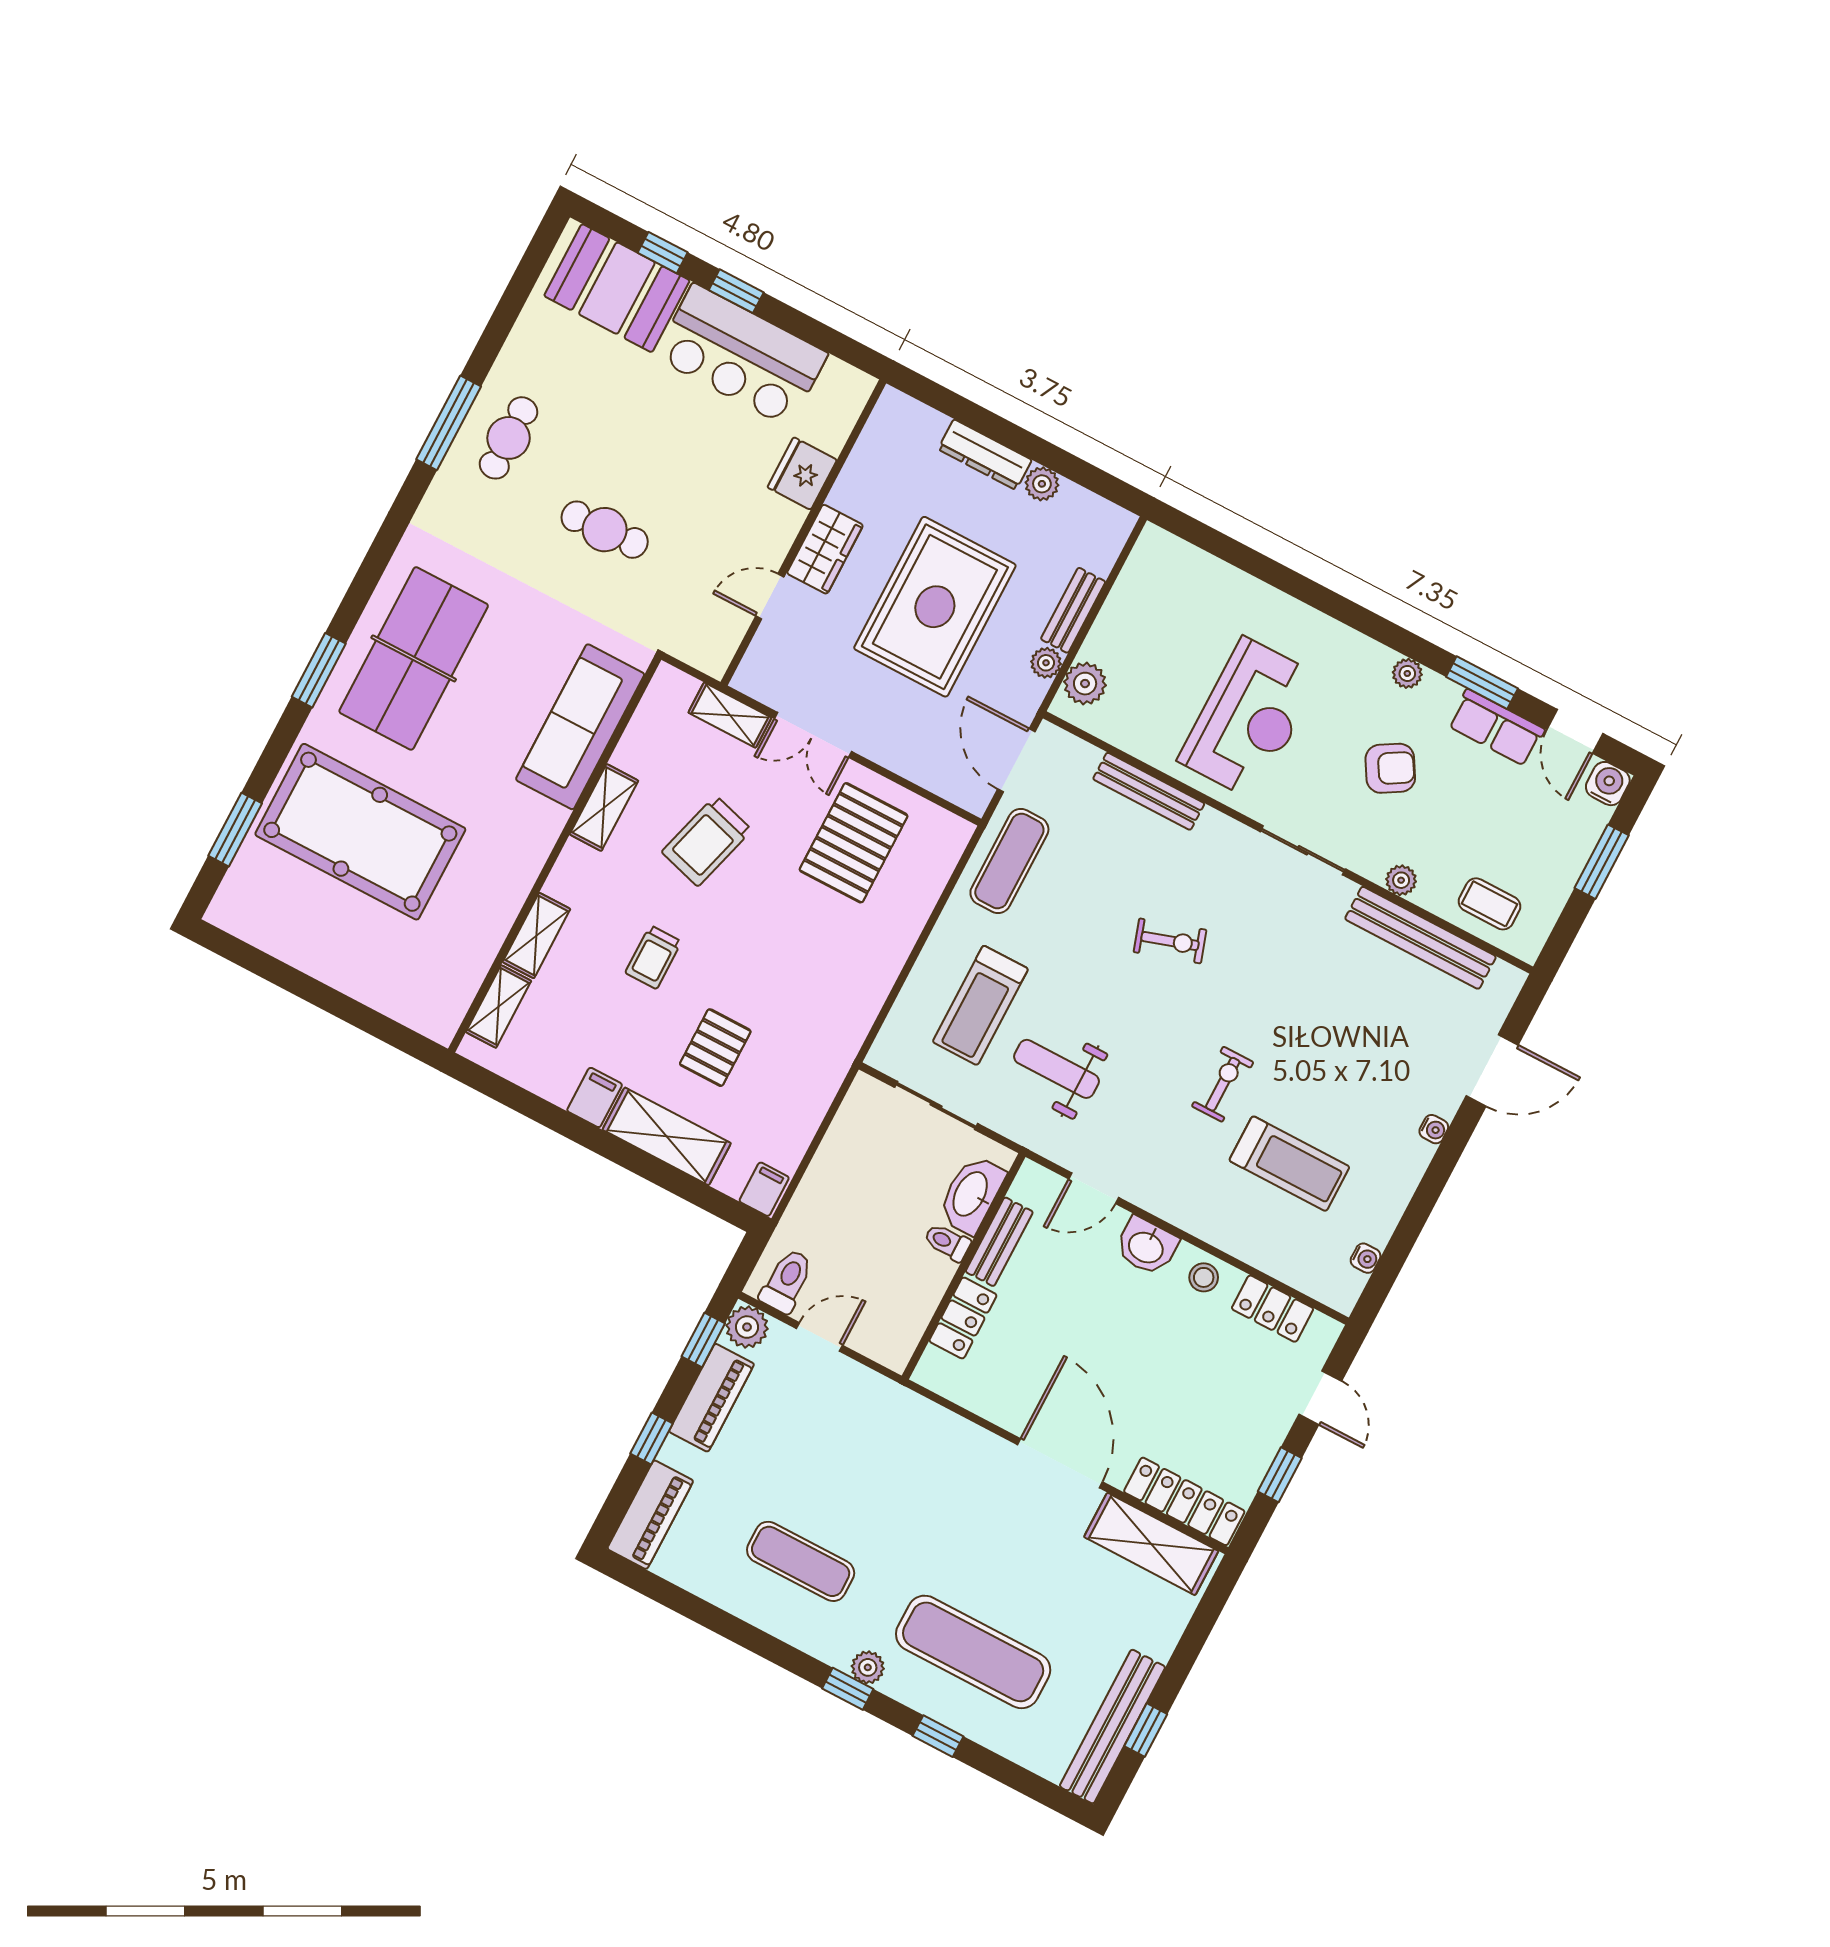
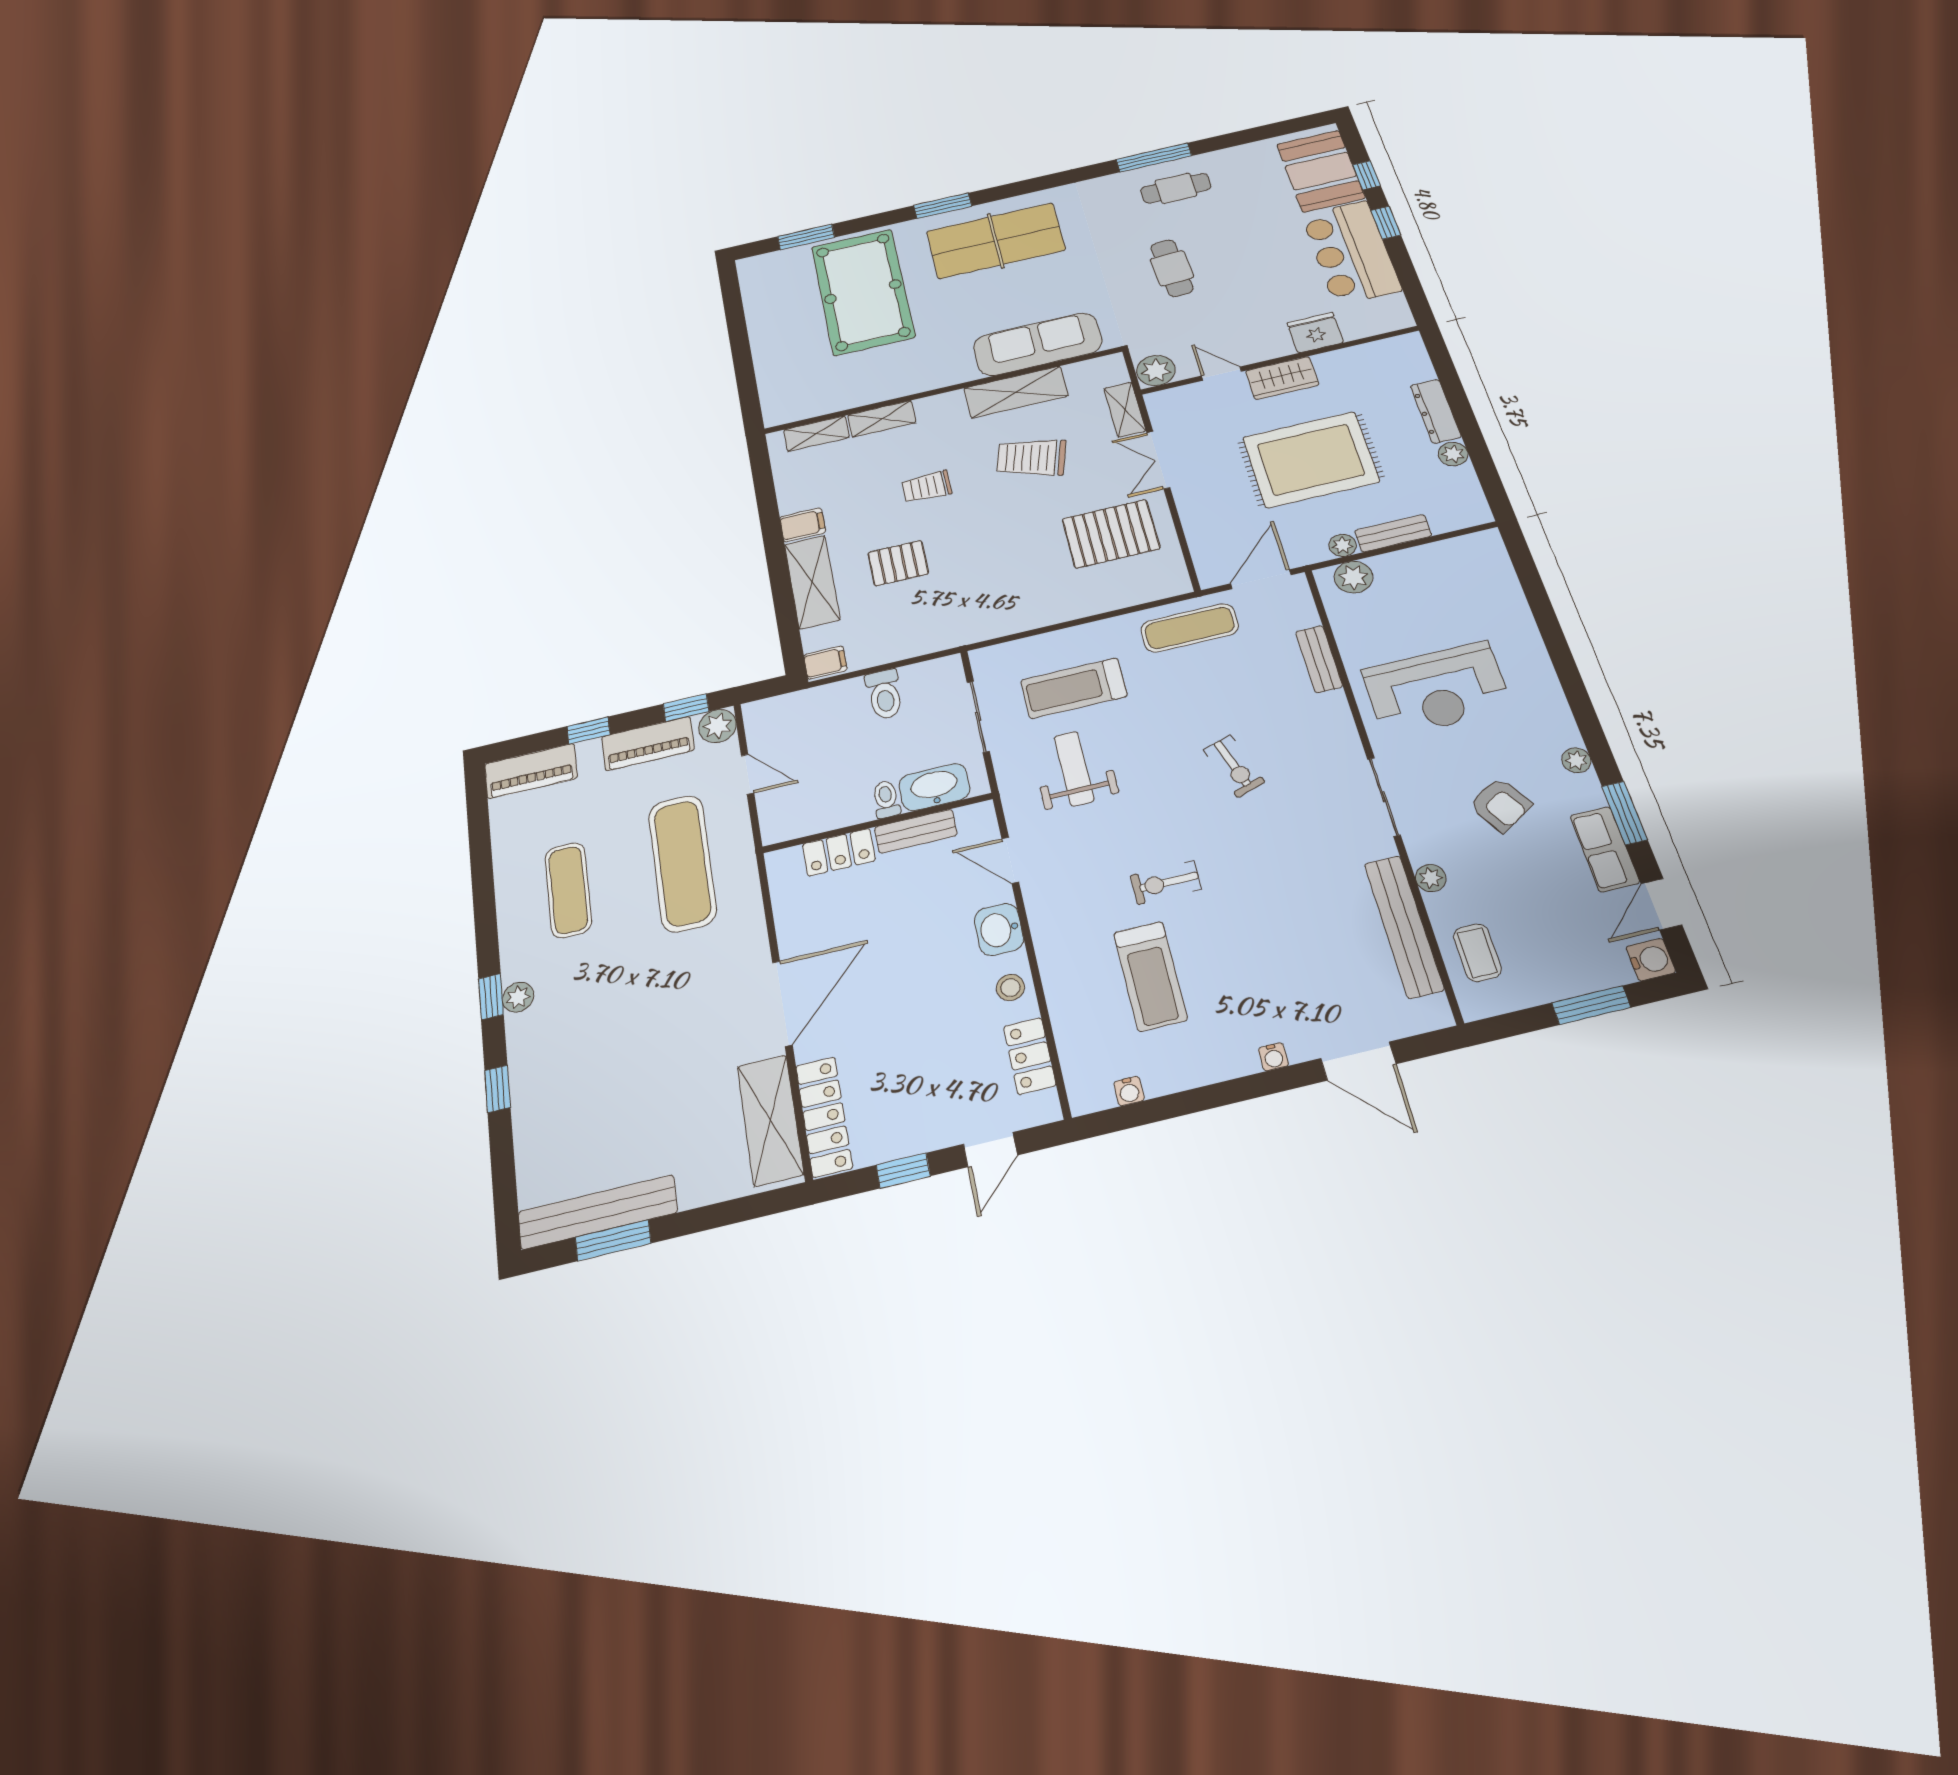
plant: (712, 650) -> (1156, 370), added
bench: (1149, 791) -> (1319, 659), width x0.73
shelving: (604, 808) -> (1016, 392), width x1.50, depth x1.33
exercise bike: (1223, 1084) -> (1166, 883), turned 180
toilet: (787, 1281) -> (884, 694), moved, turned 90
exercise mat: (973, 1652) -> (682, 863), moved
window: (1146, 1730) -> (613, 1240), width x1.50

